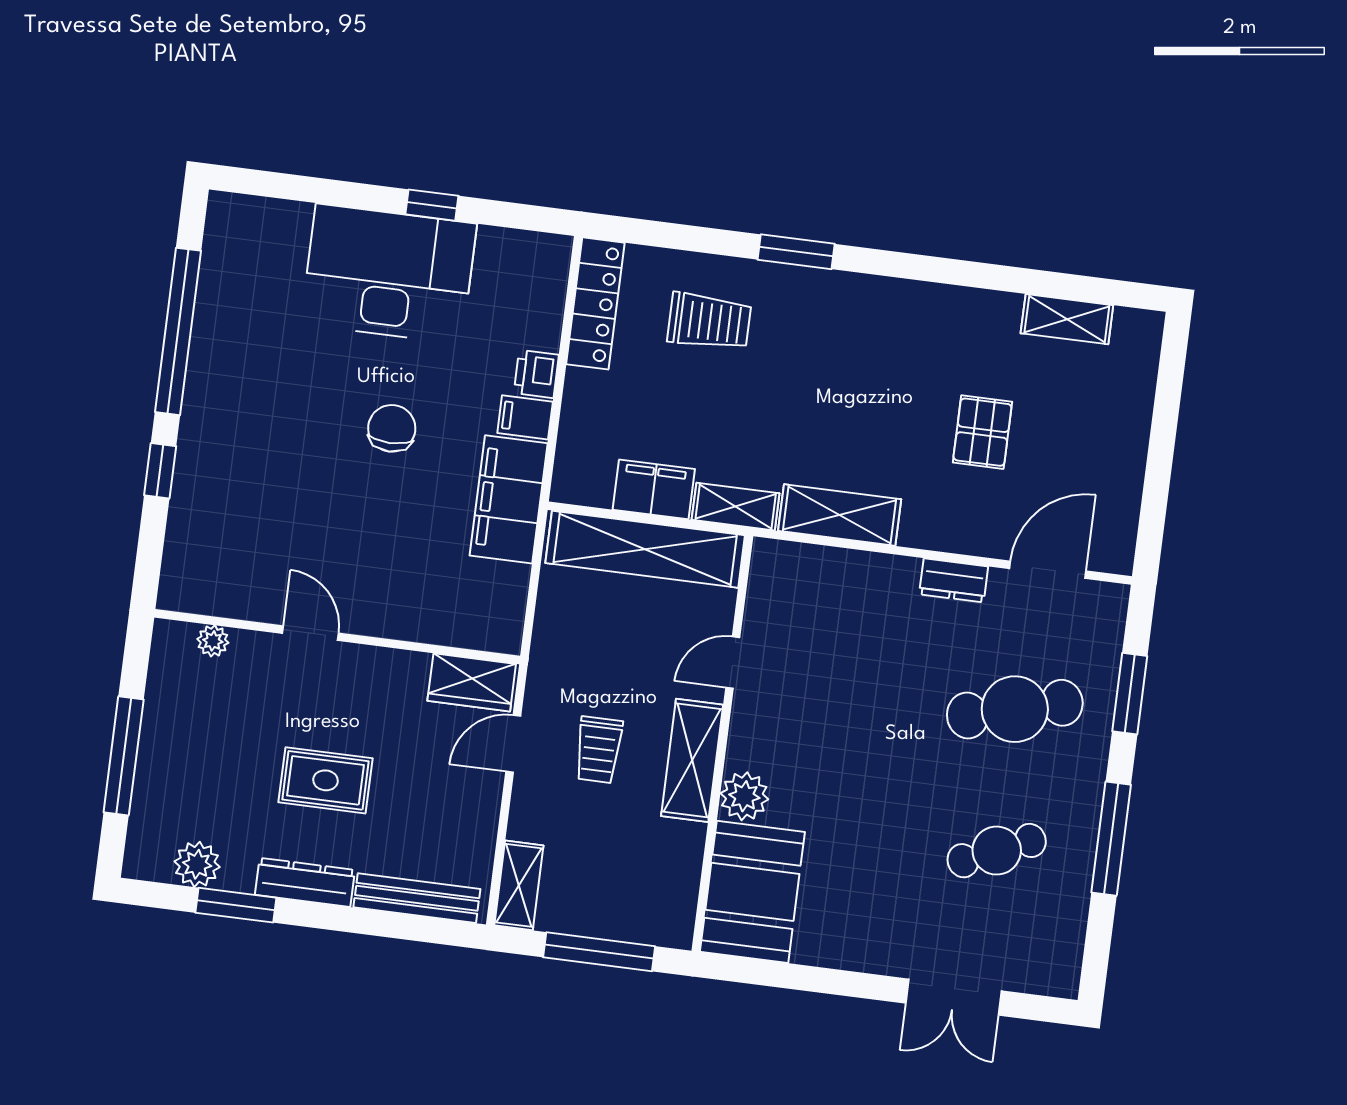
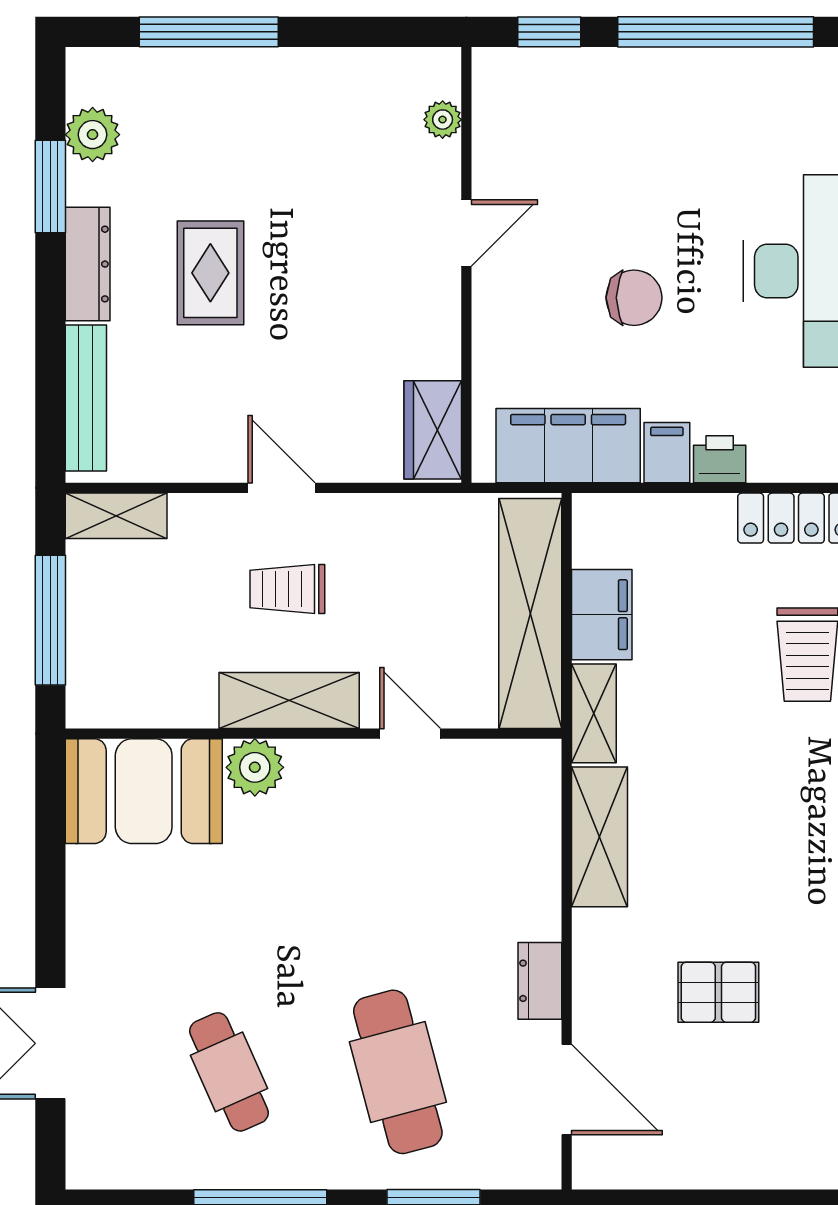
door: (311, 633) -> (466, 233), moved
wall: (337, 637) -> (466, 265), moved
plant: (213, 641) -> (443, 120), moved
wardrobe: (472, 682) -> (433, 430), moved

